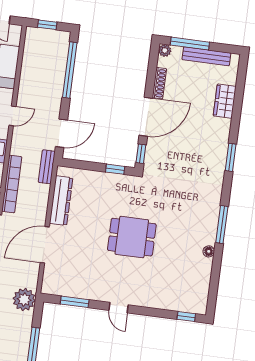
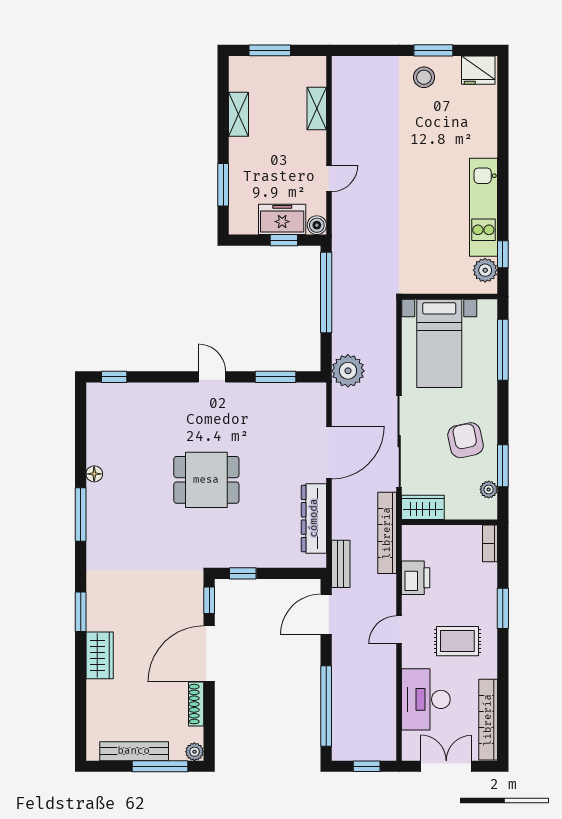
wardrobe: (225, 101) -> (100, 655), moved

